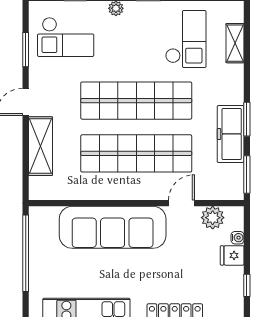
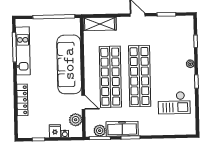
checkout: (66, 37) -> (174, 36), removed
shelving: (235, 43) -> (172, 130), removed
shelving: (40, 146) -> (100, 24), moved
plant: (233, 175) -> (100, 131), added

